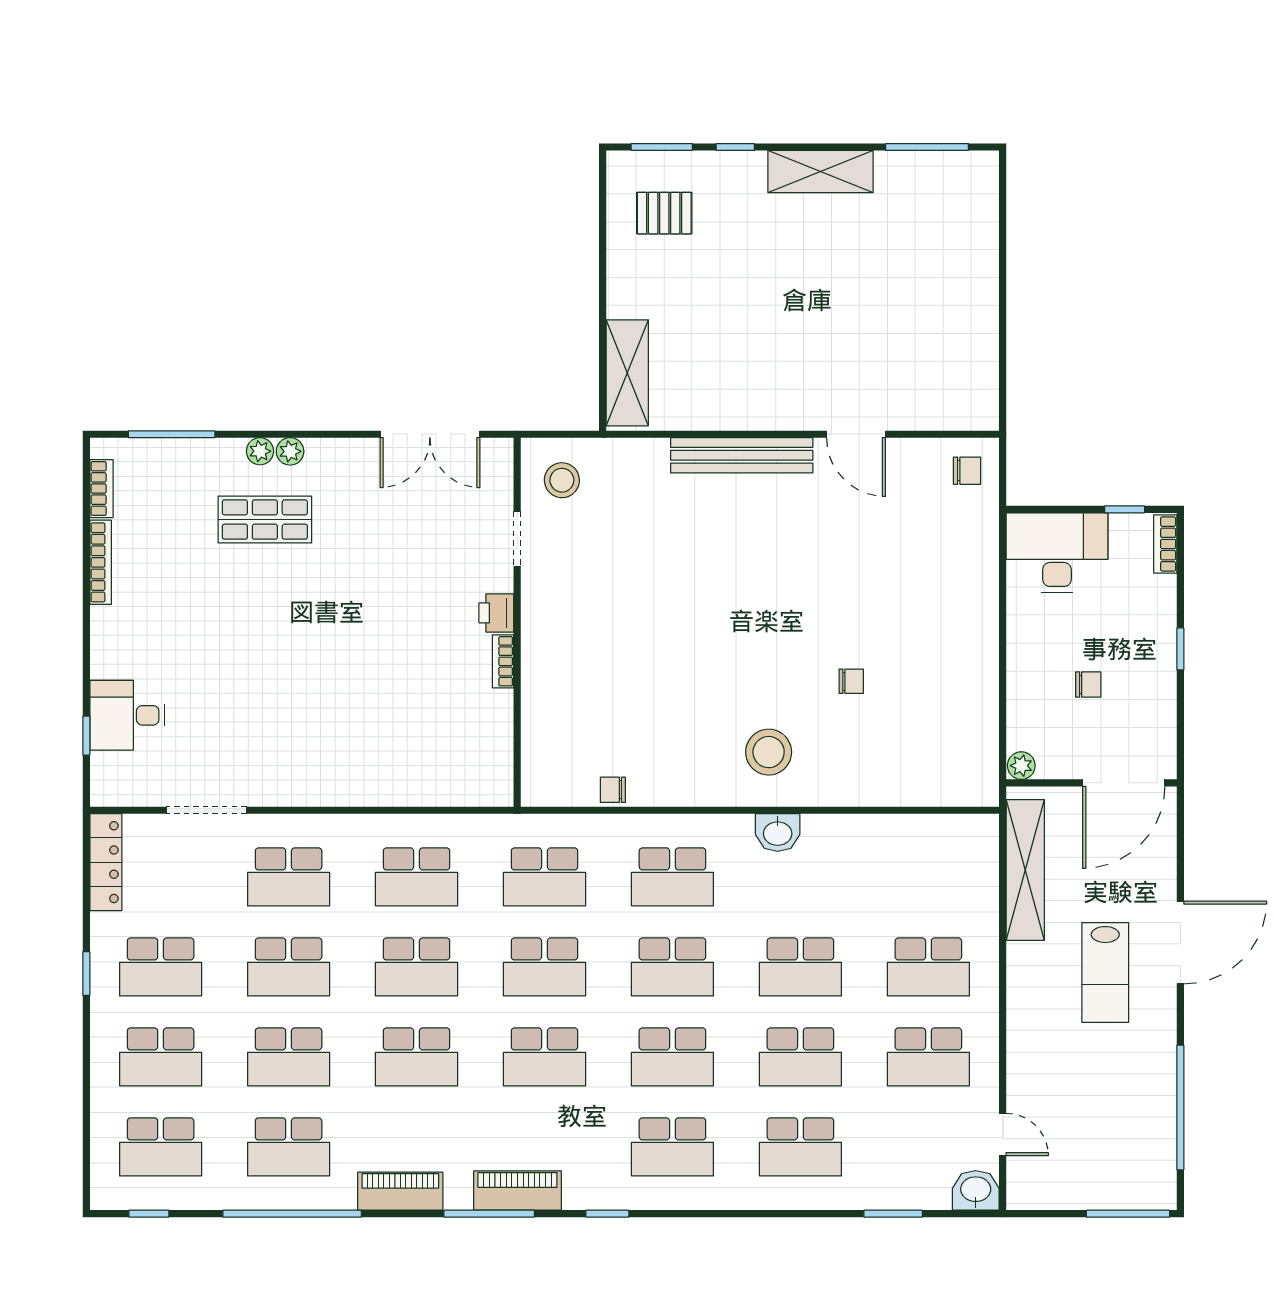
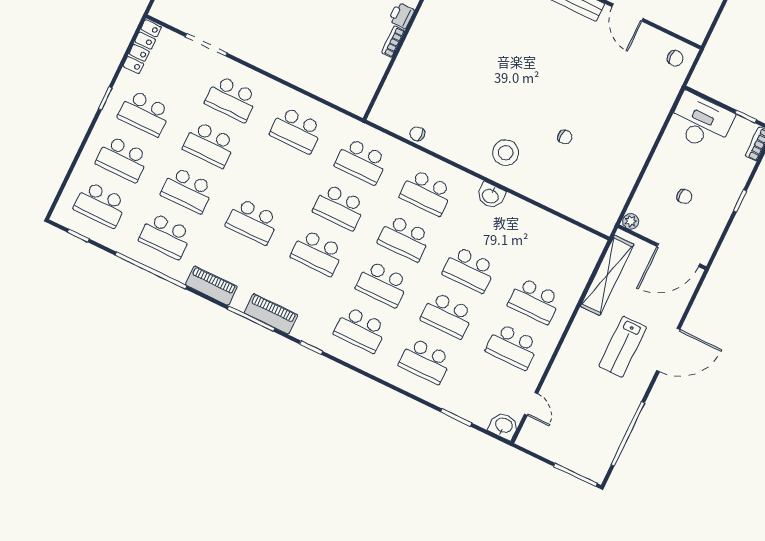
school desk: (417, 967) -> (274, 176), removed

